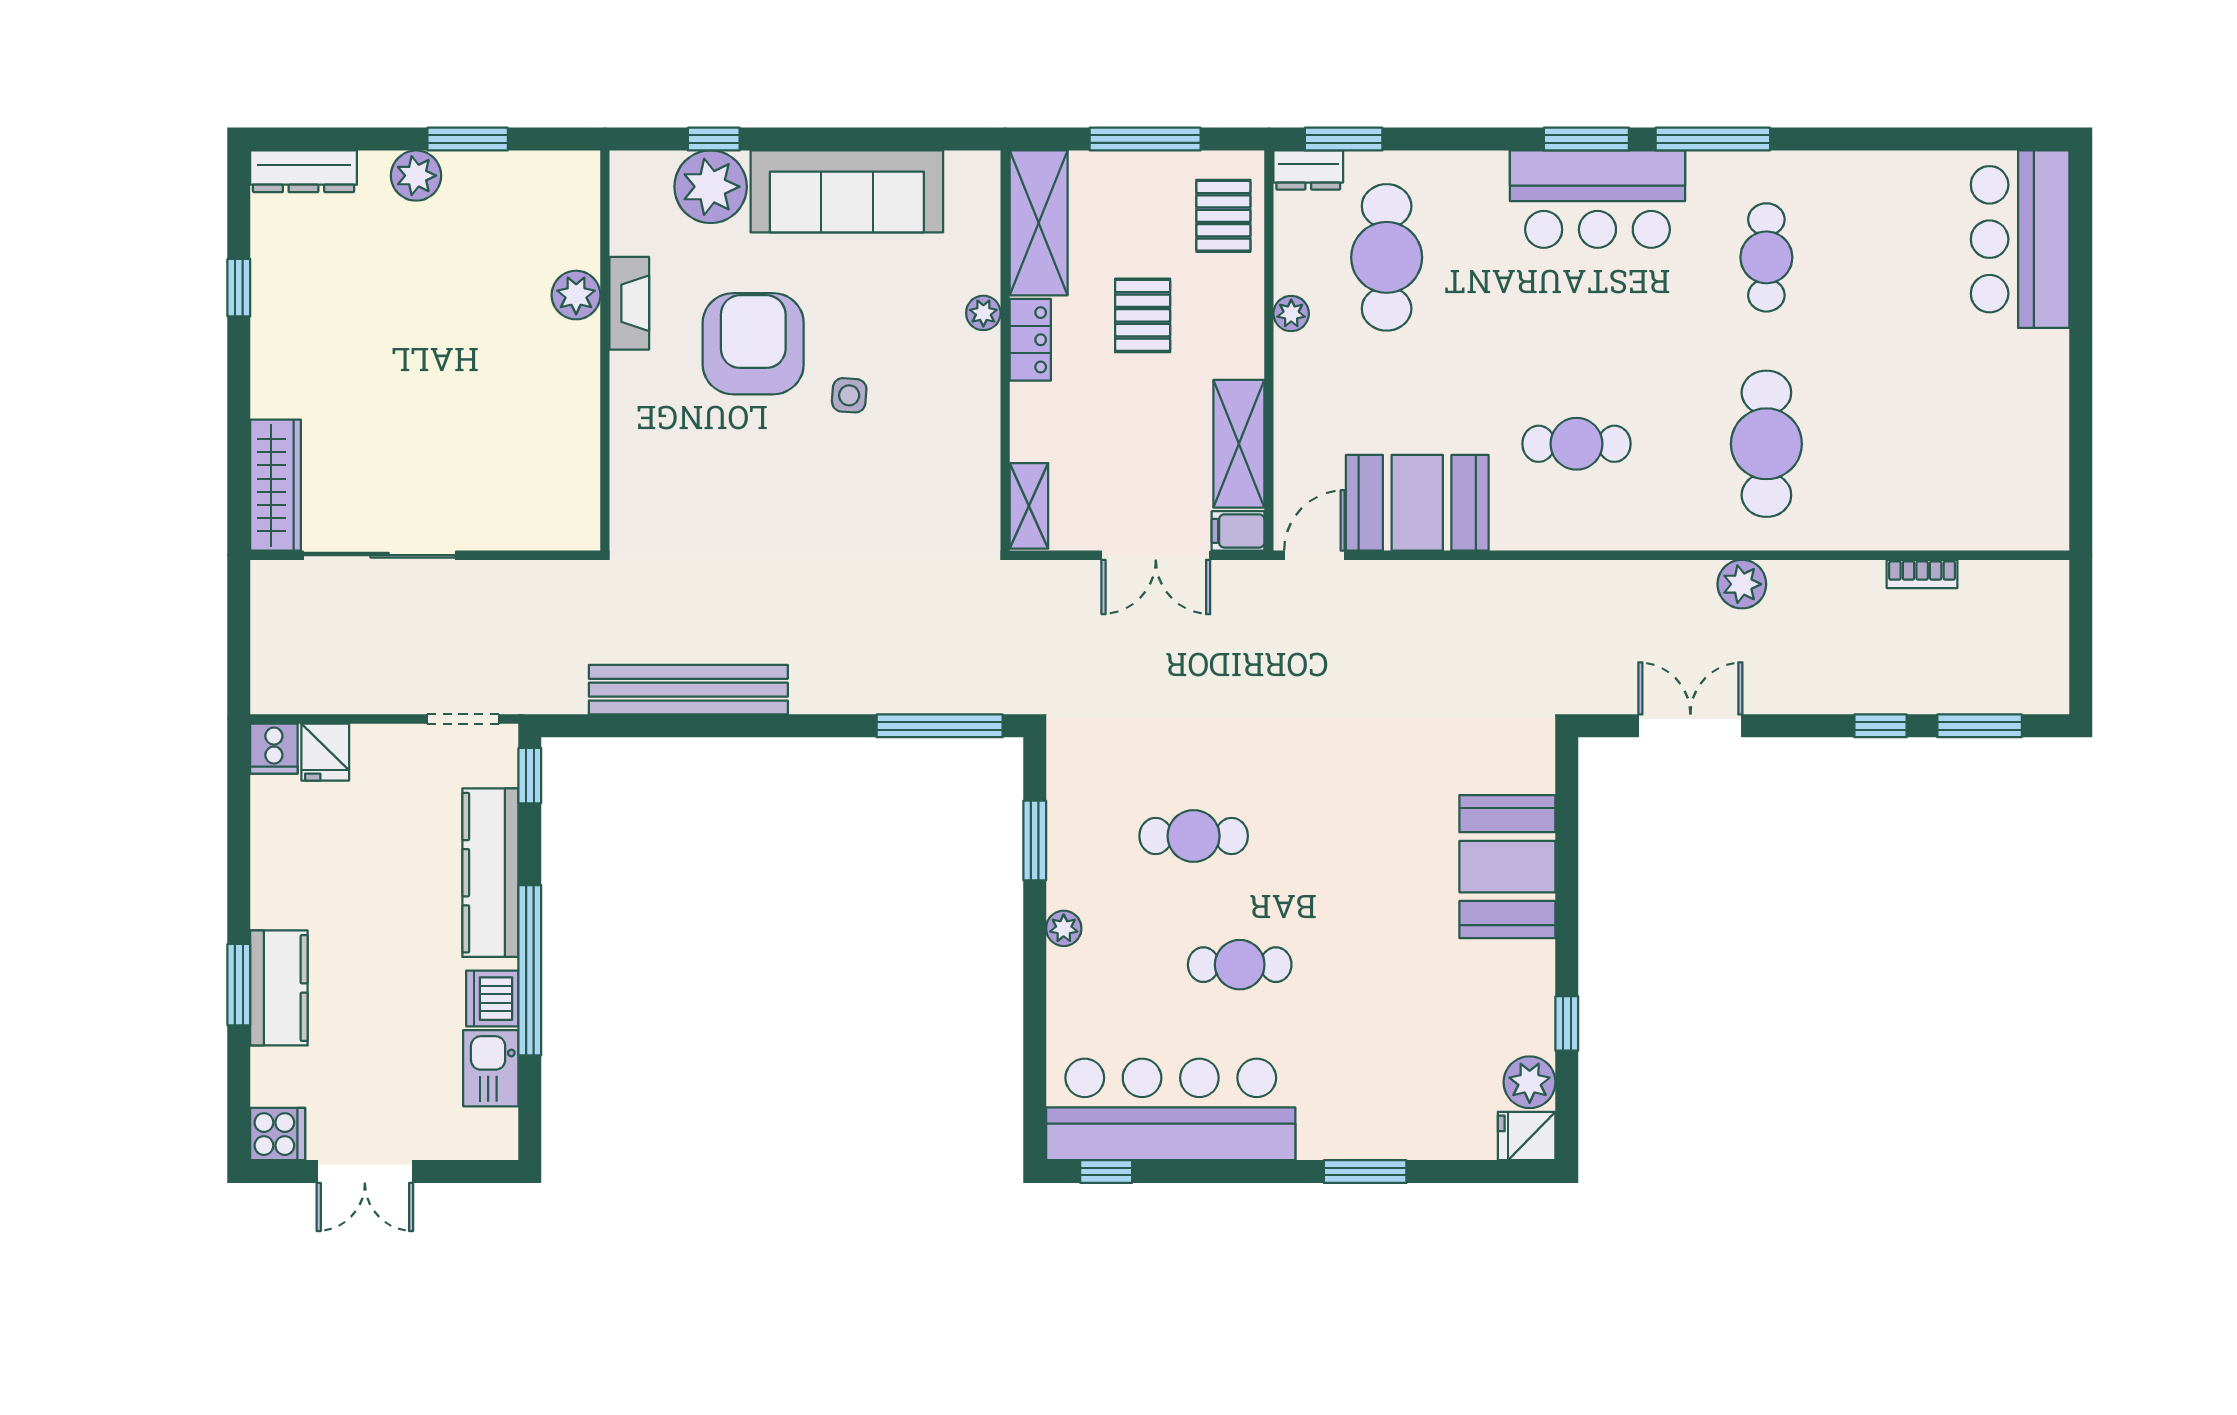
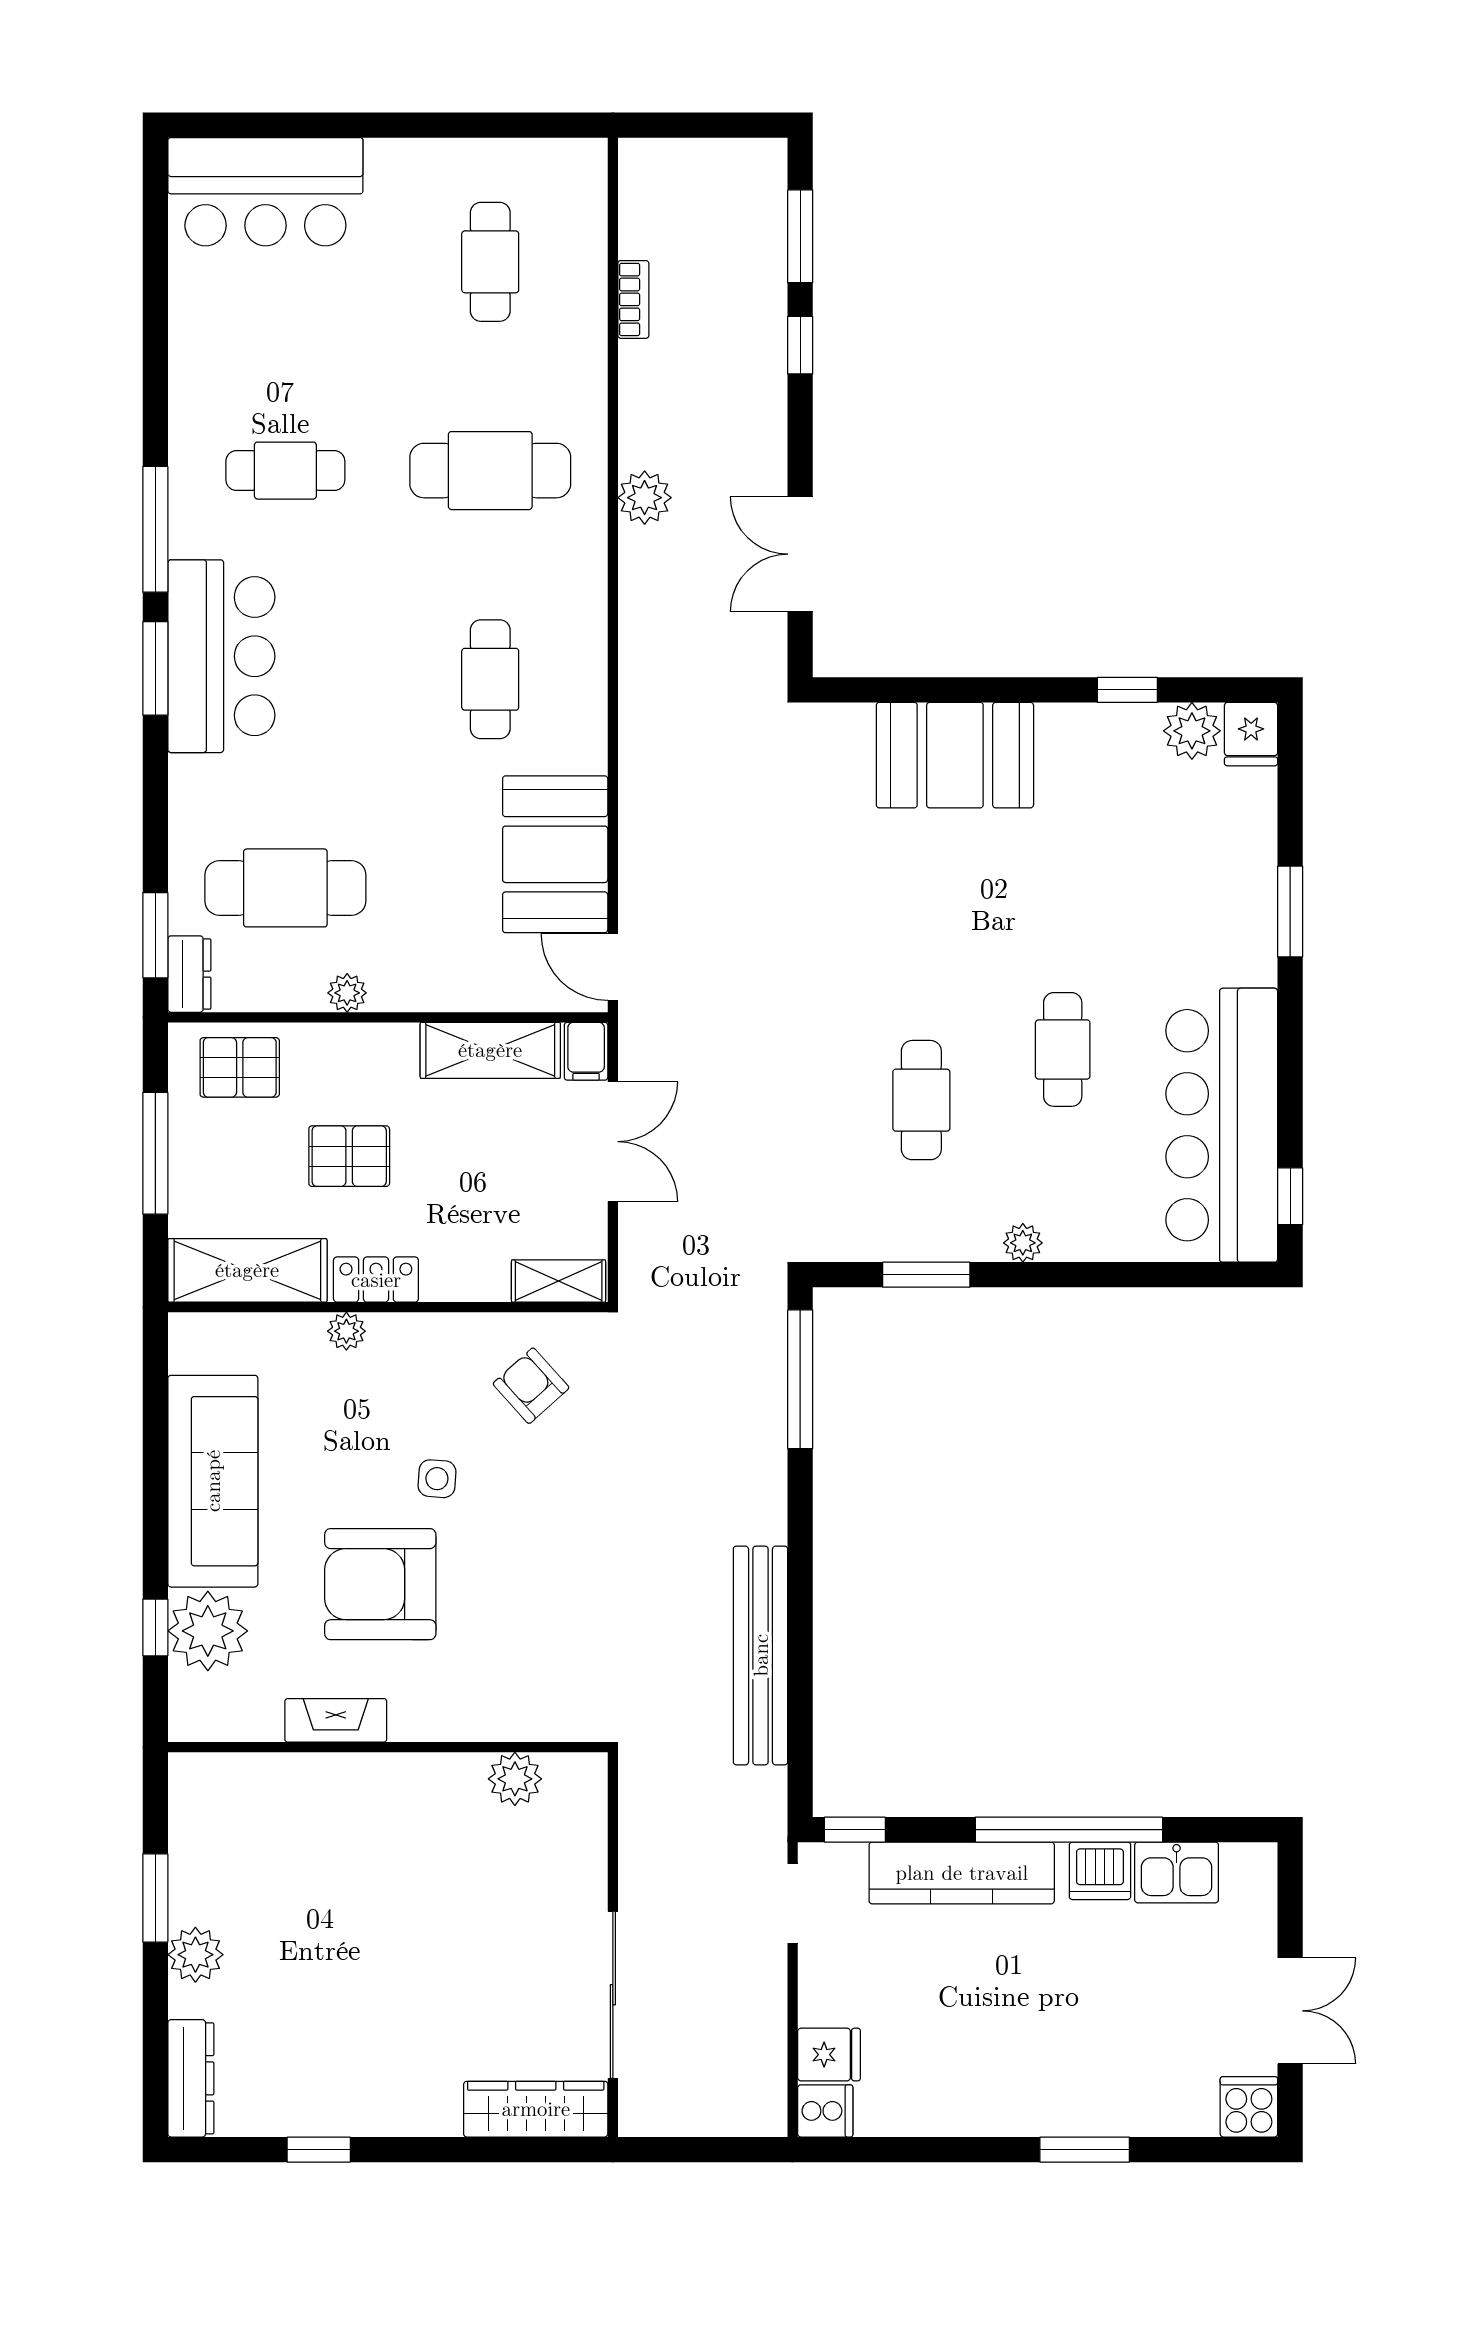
plant: (576, 295) -> (515, 1779), moved
cafe table: (1956, 444) -> (490, 262), added
armchair: (934, 481) -> (531, 1386), added
kitchen counter: (279, 988) -> (1088, 2105), removed

